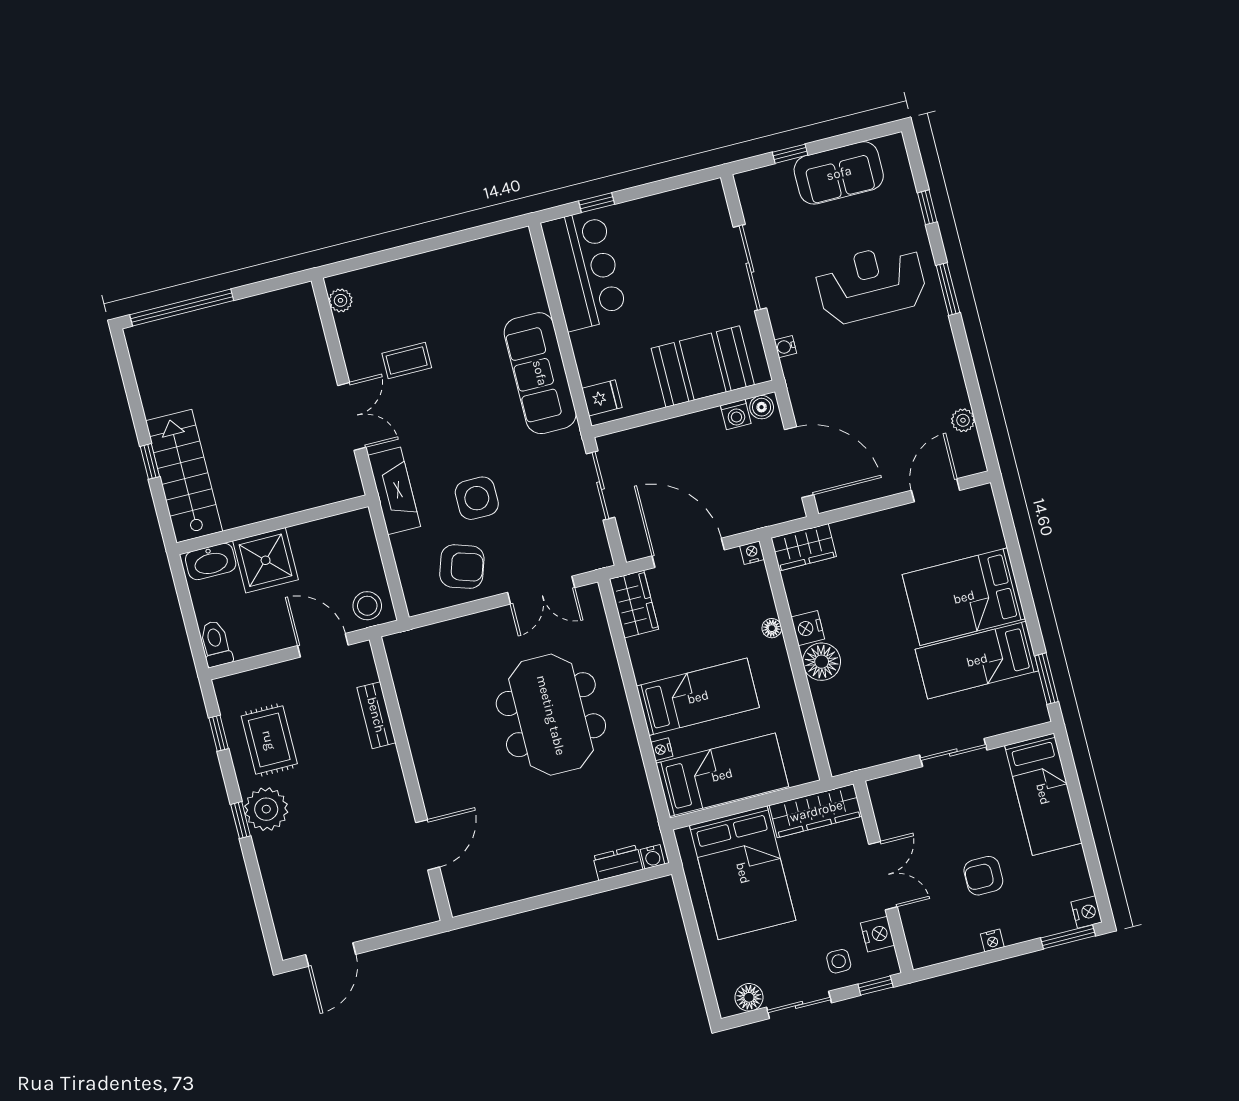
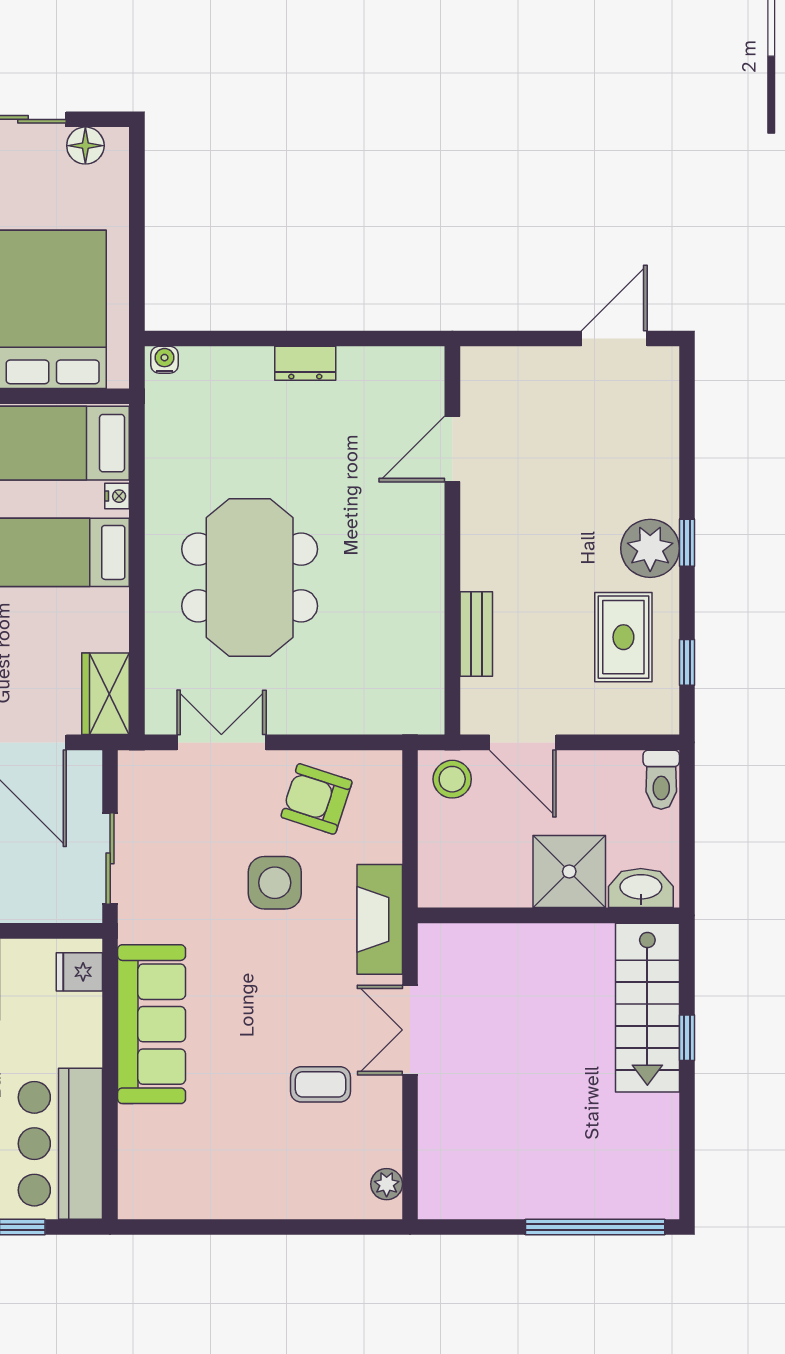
dresser: (618, 863) -> (305, 363), moved

